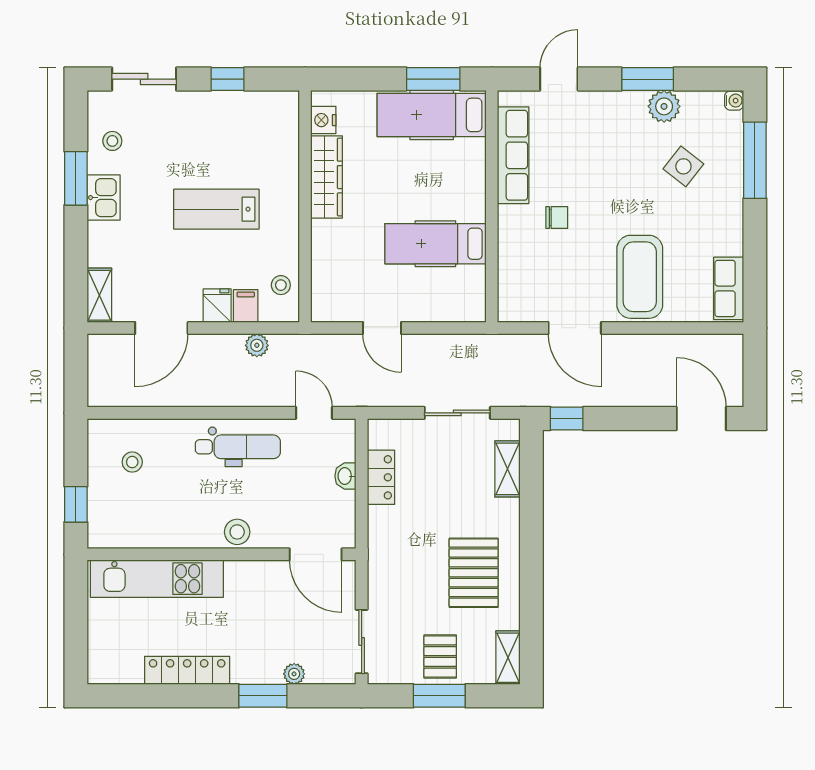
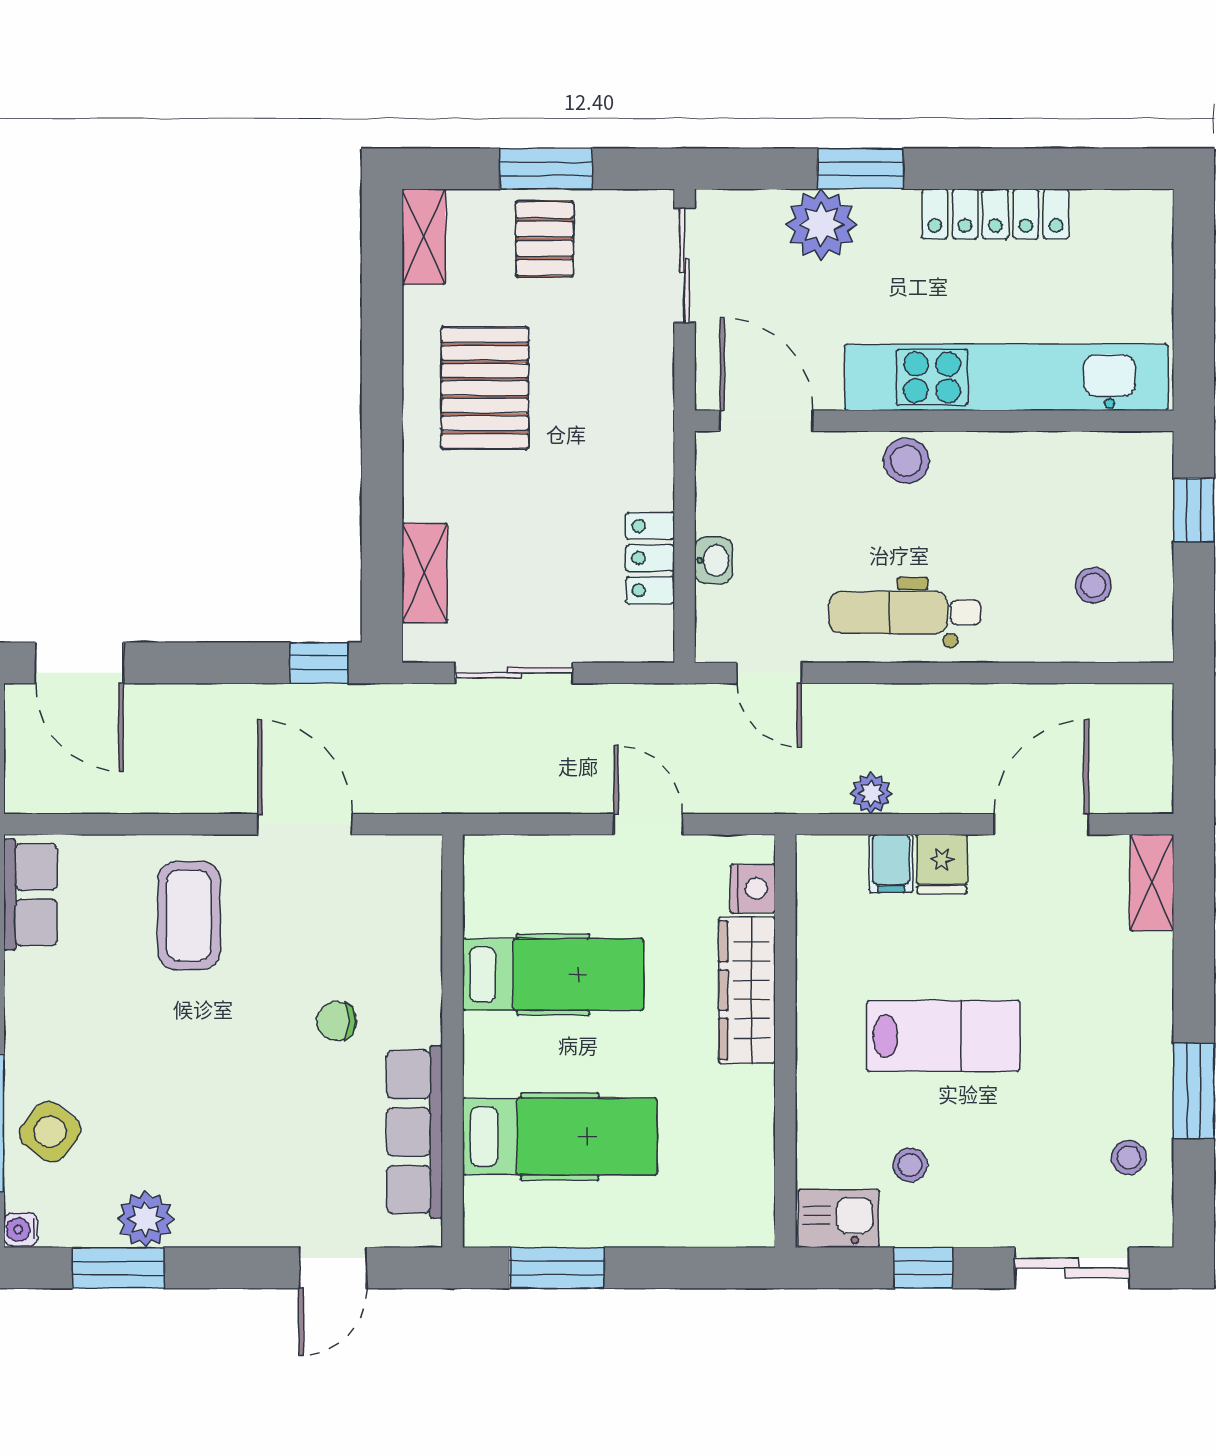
window: (648, 79) -> (118, 1268), moved
hospital bed: (432, 115) -> (560, 1137), moved
nightstand: (323, 120) -> (753, 889), moved
side table: (683, 166) -> (50, 1132), moved
wardrobe: (327, 177) -> (747, 990), moved
kitchen sink: (104, 198) -> (838, 1218), moved, turned 90
coffee table: (640, 277) -> (189, 915), width x0.73, depth x0.76
stool: (281, 285) -> (910, 1165), moved
kitchen unit: (157, 579) -> (1006, 377), width x1.36
plant: (294, 674) -> (821, 224), width x1.88, depth x1.88

